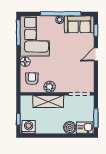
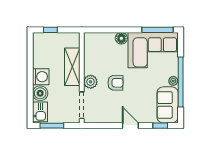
armchair: (32, 79) -> (115, 83), moved
plant: (50, 87) -> (91, 82), moved
washing machine: (29, 127) -> (41, 77), moved

